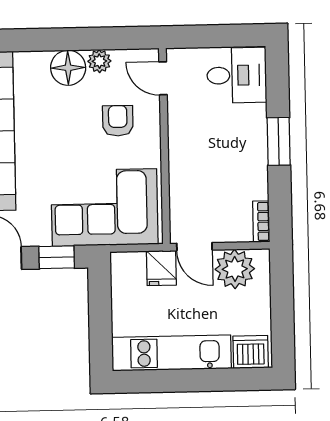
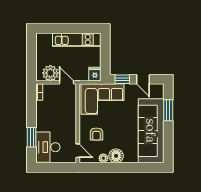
desk: (237, 75) -> (48, 147), width x1.37
window: (279, 141) -> (32, 137), moved
fridge: (161, 268) -> (95, 74), moved
dishwasher: (251, 352) -> (45, 39), removed

